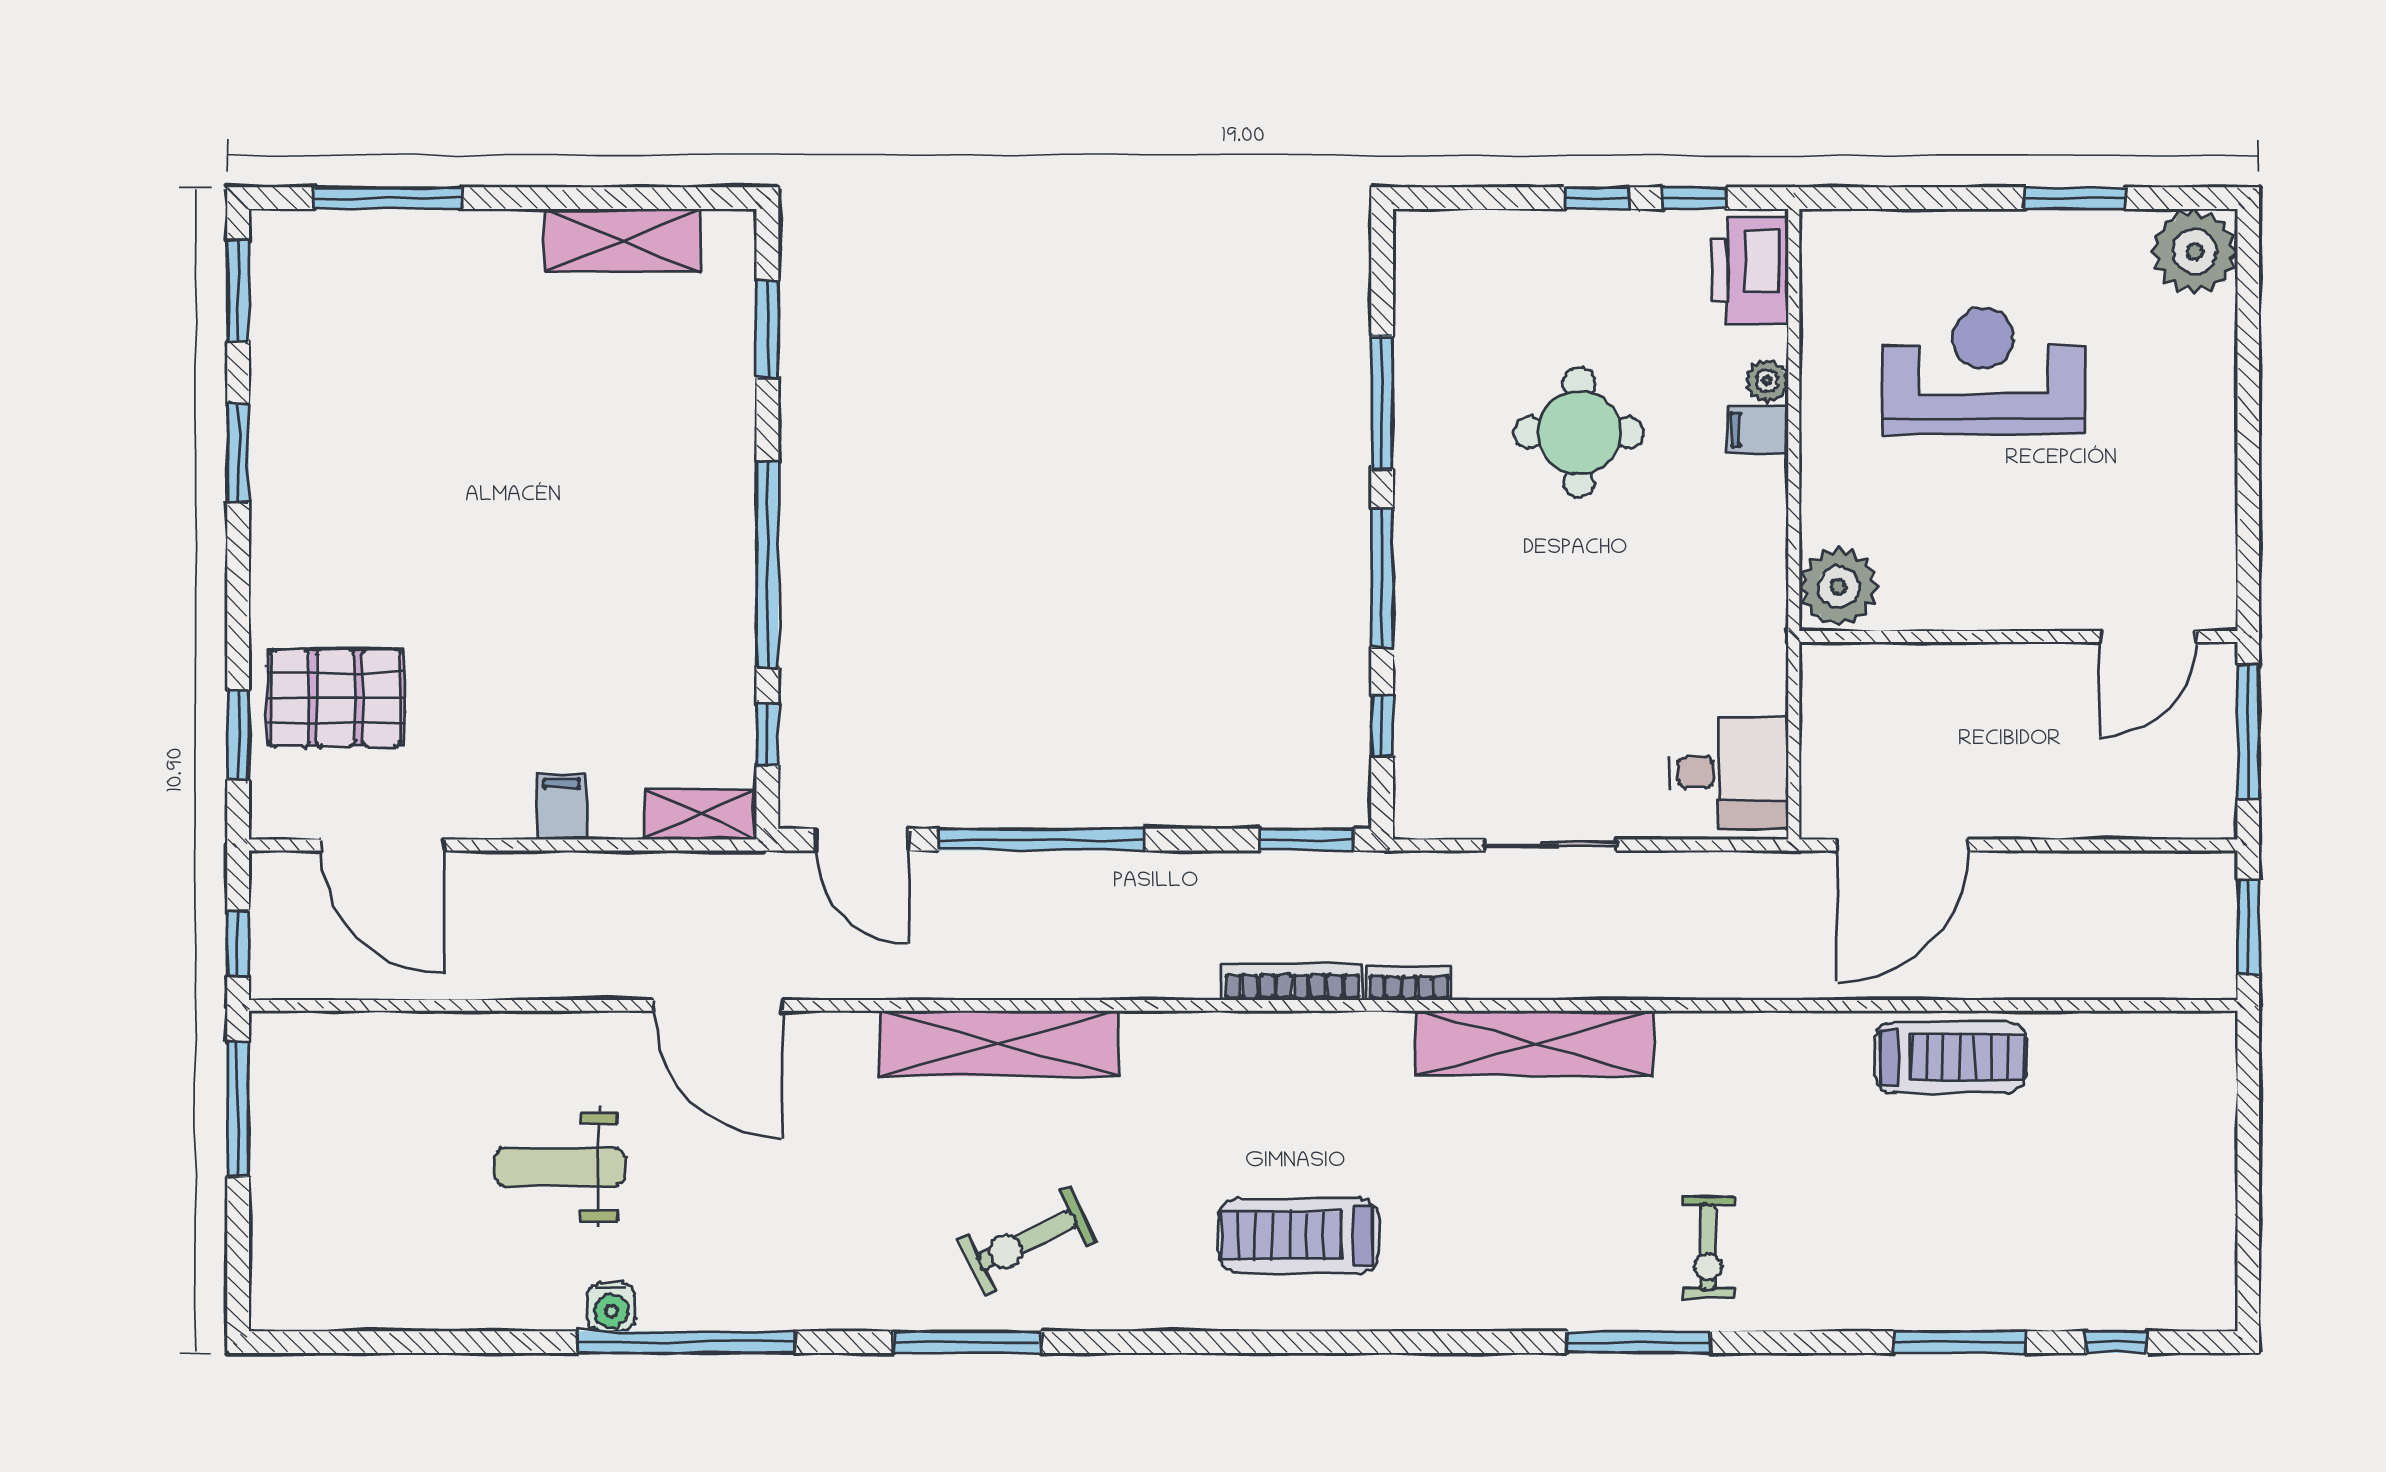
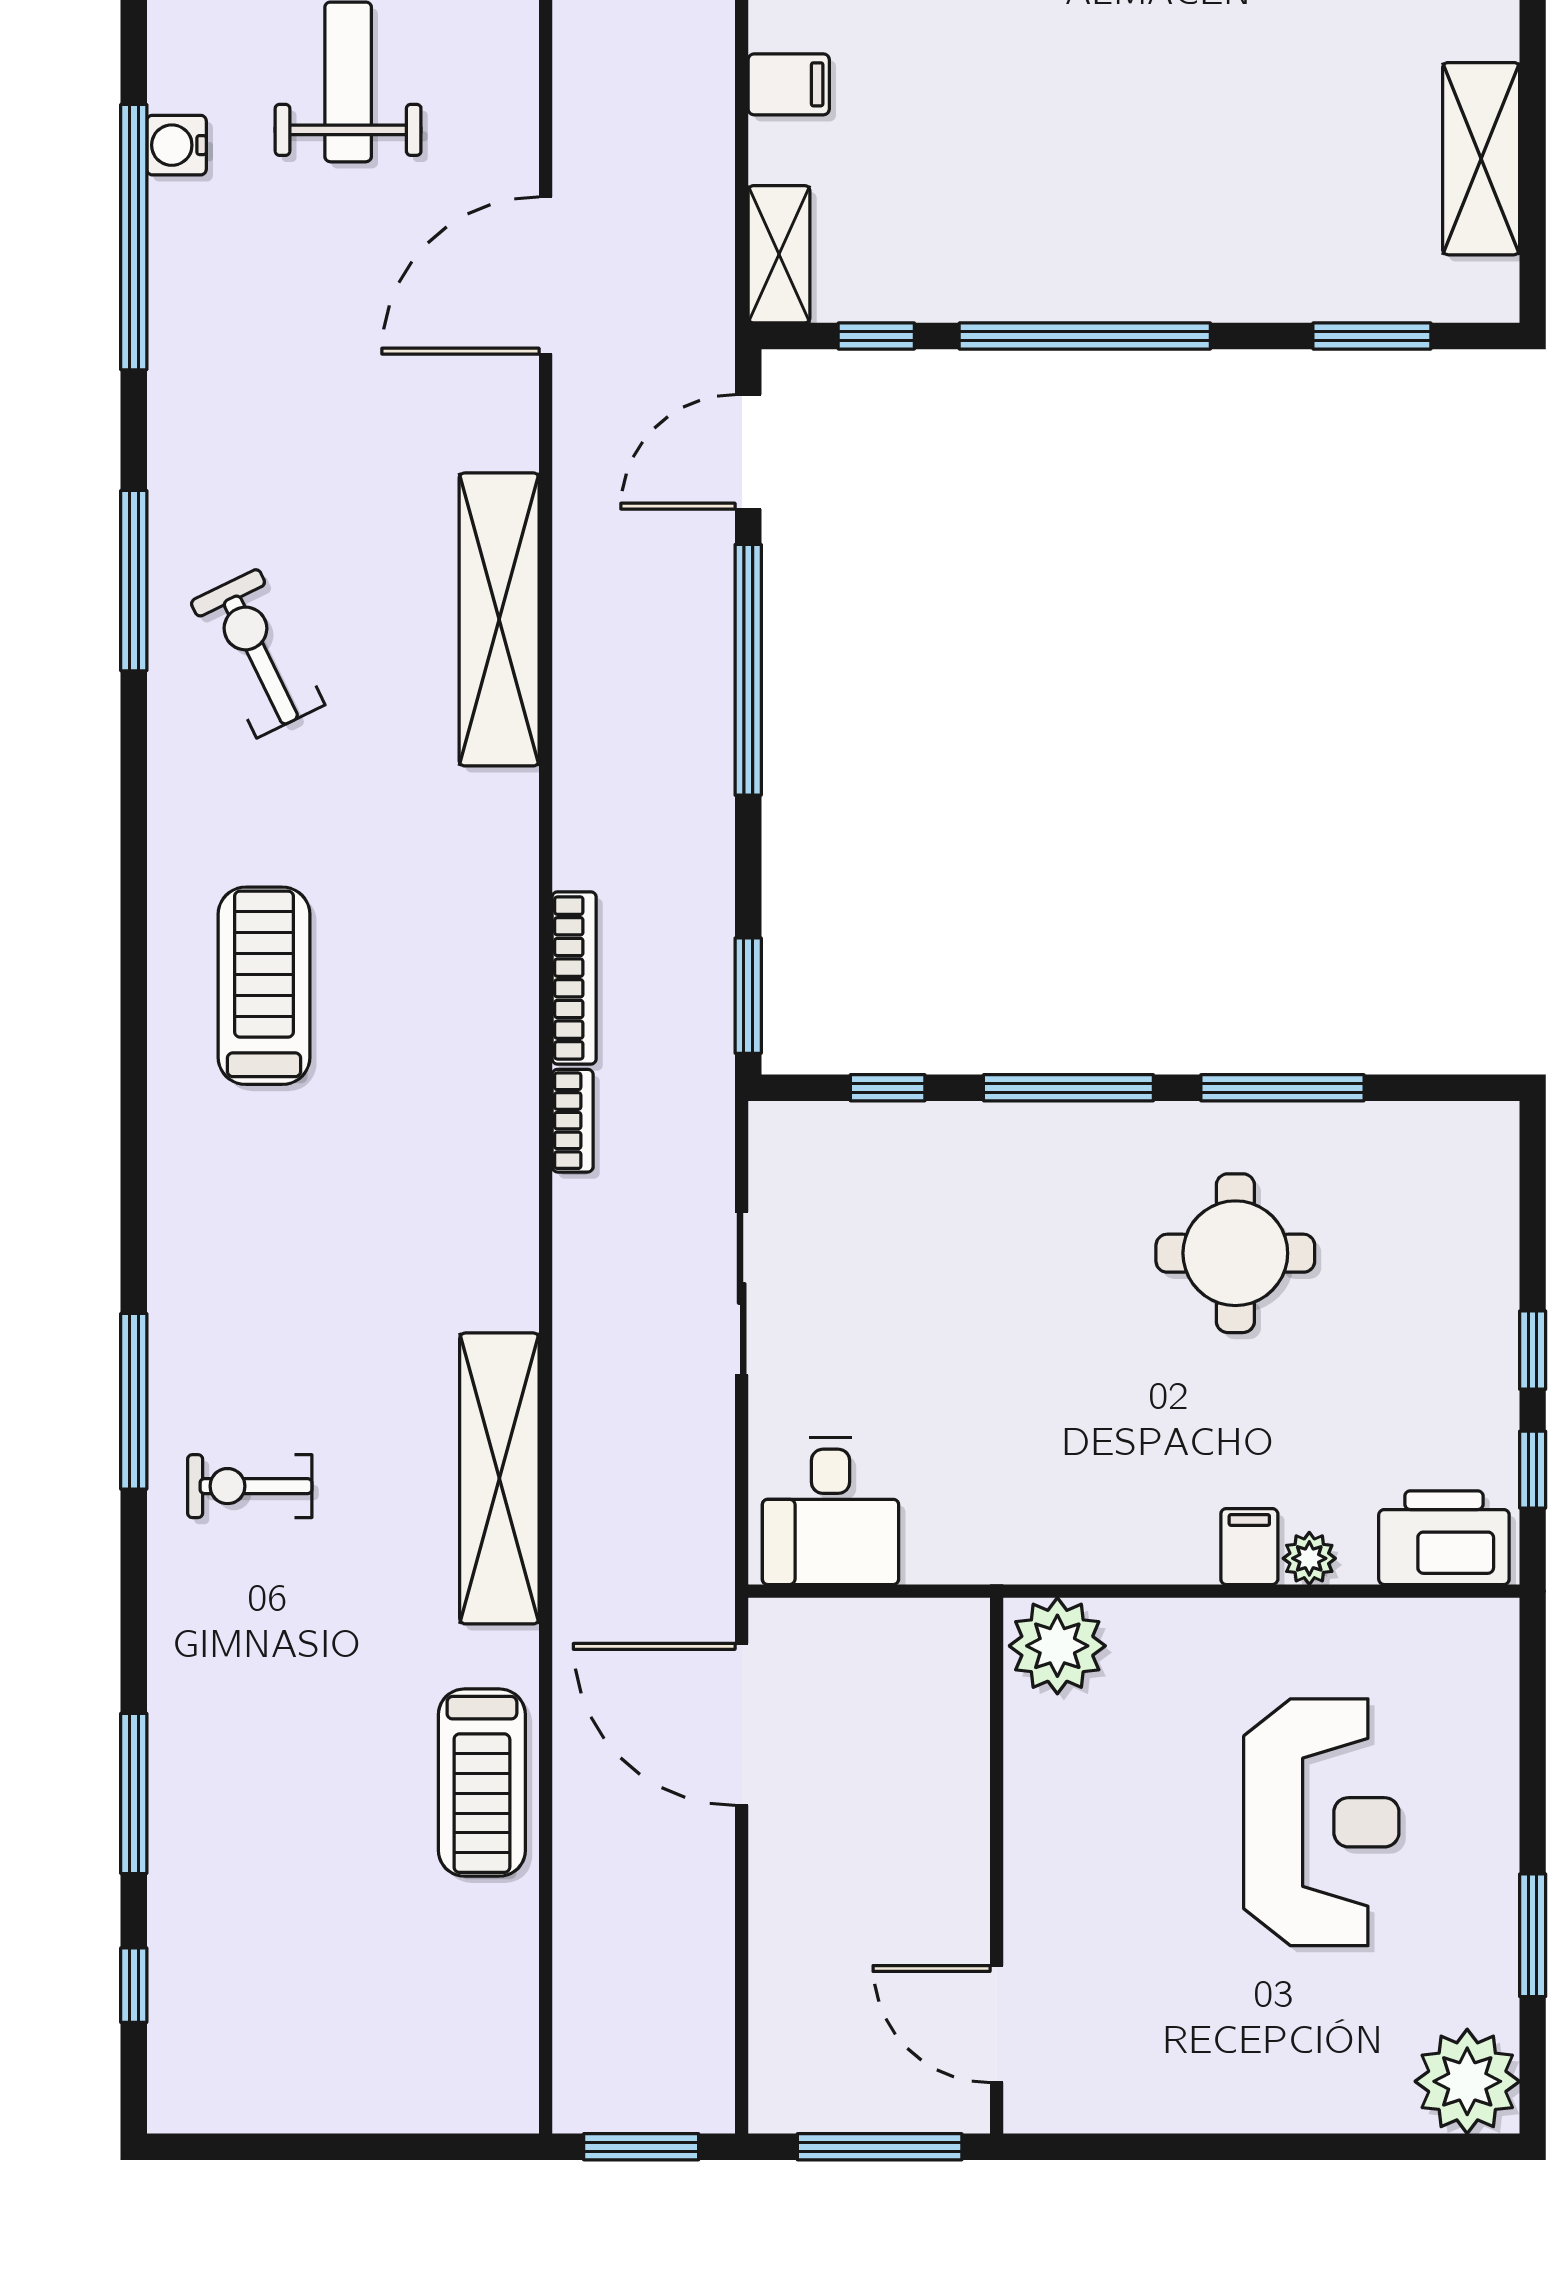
round table: (1579, 432) -> (1235, 1253), moved
shelving: (1534, 1043) -> (499, 1478), moved

